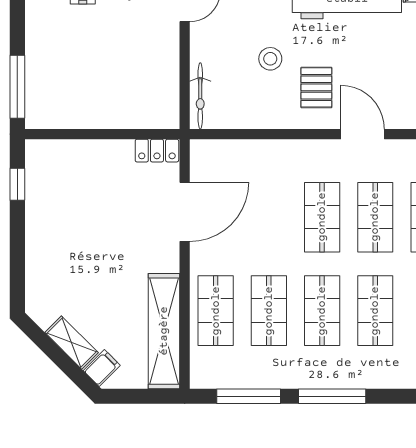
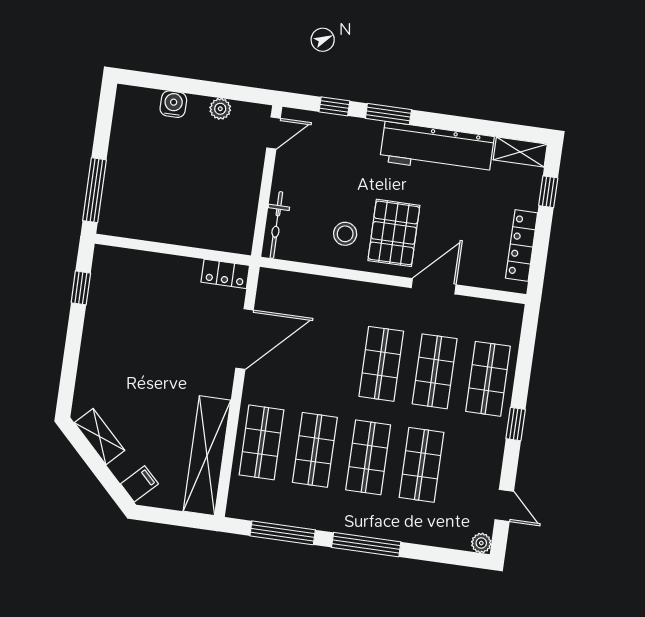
stool: (270, 59) -> (345, 234), moved
pallet: (316, 87) -> (394, 233), width x1.50, depth x1.42
door: (363, 134) -> (434, 286), hinge flipped
shelving: (72, 343) -> (100, 437), moved

